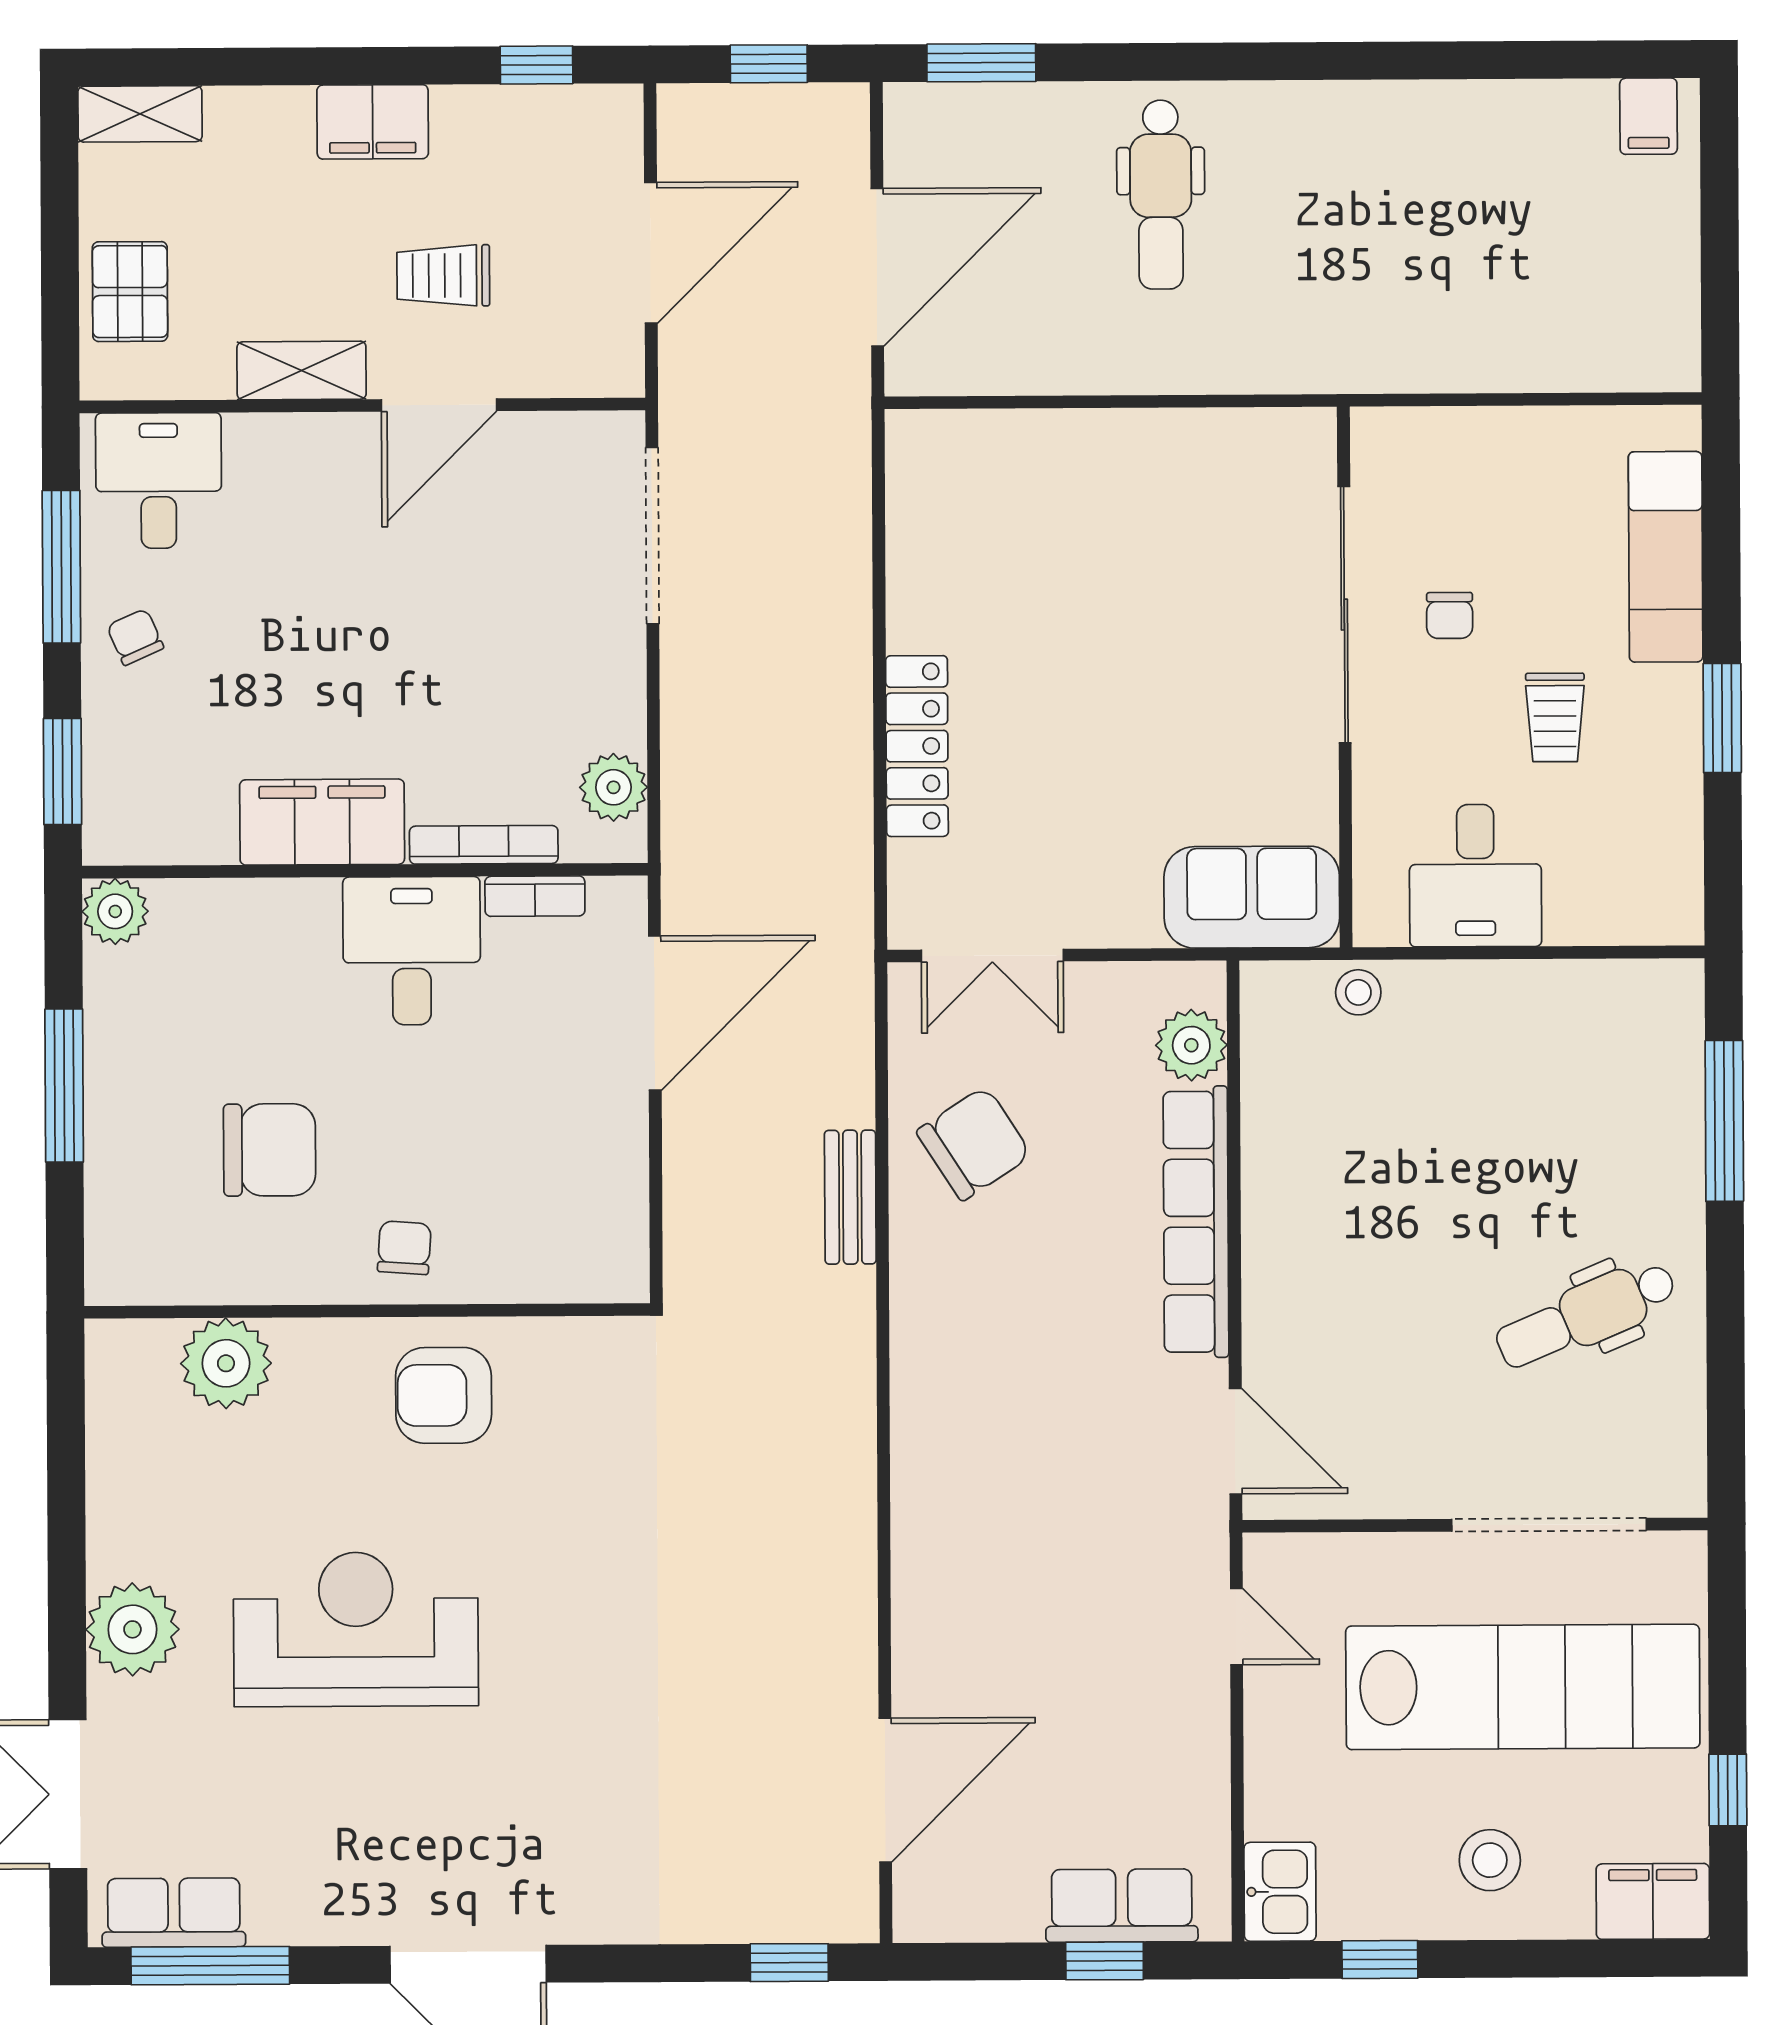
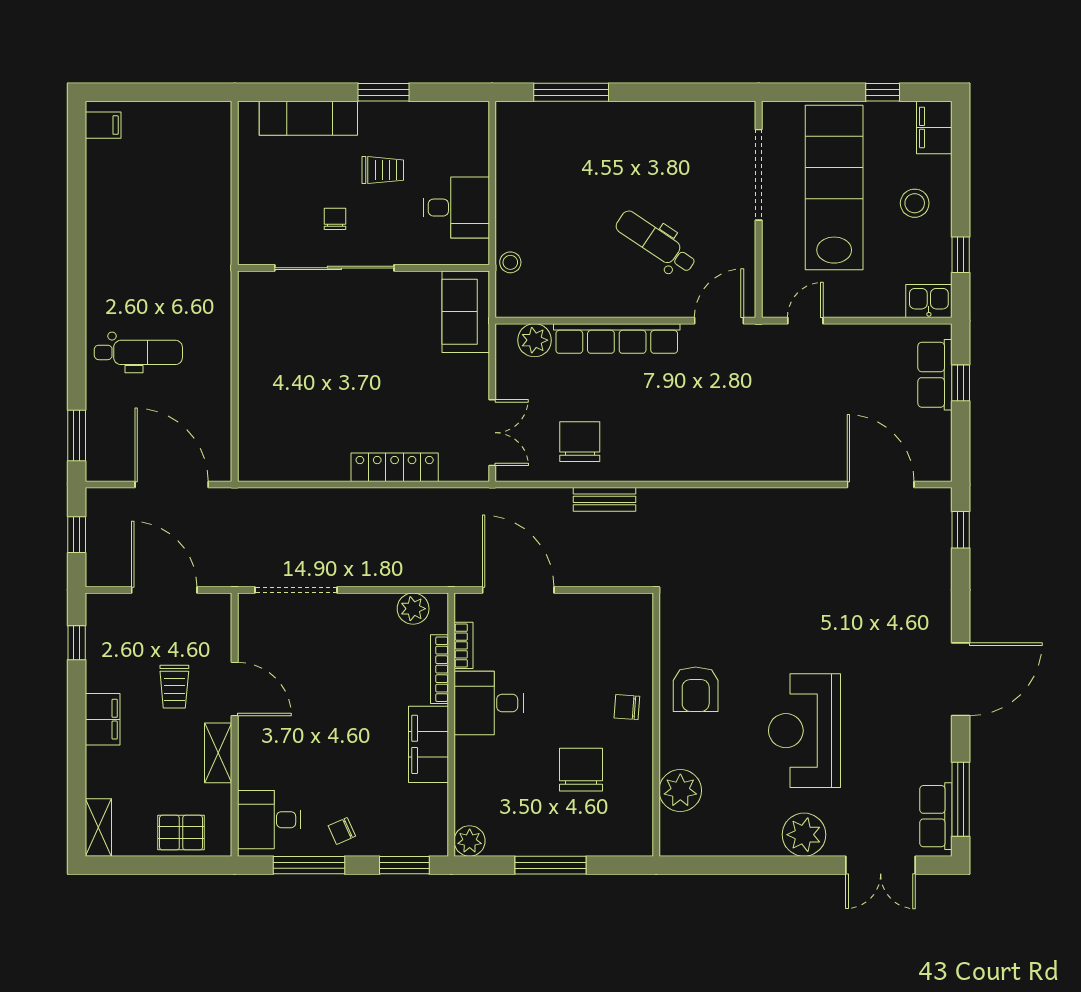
chair: (1450, 615) -> (335, 219), turned -90
chair: (974, 1143) -> (580, 442), turned 33
dental chair: (1586, 1315) -> (656, 242), moved, turned 147

